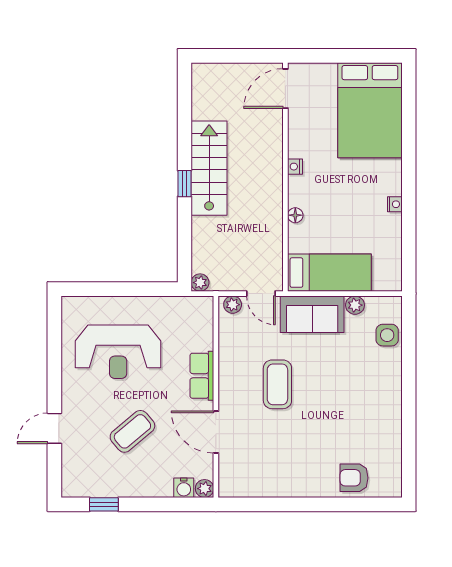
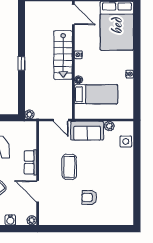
door: (285, 89) -> (73, 15), swing flipped
stairs: (209, 168) -> (63, 55), moved, turned 180
bed: (329, 273) -> (96, 94), moved
plant: (233, 305) -> (46, 126), removed
armchair: (354, 478) -> (89, 197), moved
water cooler: (184, 488) -> (10, 220), moved

